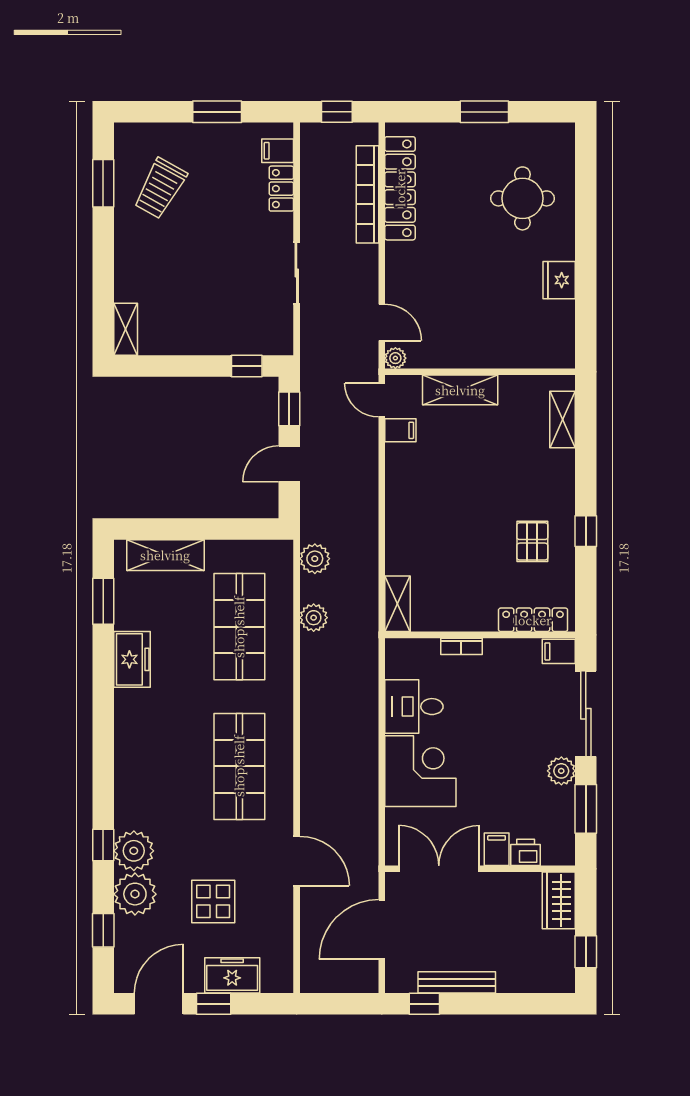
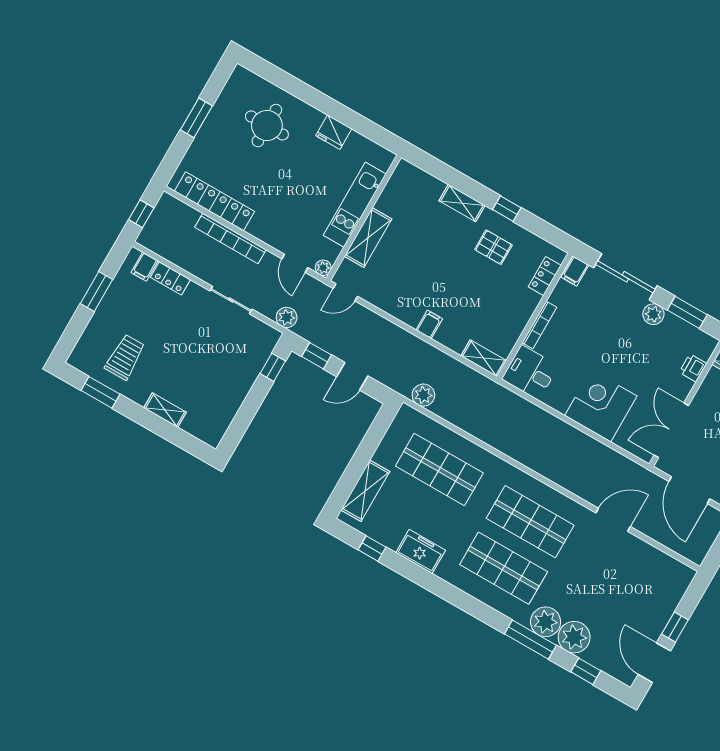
trolley: (160, 188) -> (125, 357), turned -119
bookcase: (367, 194) -> (230, 239), moved
door: (382, 322) -> (295, 263), swing flipped
shelving: (126, 329) -> (165, 410), moved
kitchen unit: (489, 353) -> (355, 205), added
shelving: (562, 420) -> (462, 203), moved
filing cabinet: (400, 430) -> (429, 324), moved
door: (289, 464) -> (352, 376), hinge flipped
window: (103, 601) -> (372, 548), width x0.67
plant: (314, 618) -> (287, 317), moved
locker: (533, 620) -> (545, 276), width x0.66
bookcase: (461, 646) -> (539, 325), width x1.56
desk: (414, 707) -> (530, 372), moved, turned 90
shop shelf: (168, 766) -> (504, 568), added
window: (103, 845) -> (530, 640), width x2.17
filing cabinet: (497, 849) -> (680, 386), removed
display table: (213, 901) -> (608, 589), removed
freezer: (232, 975) -> (663, 604), removed

